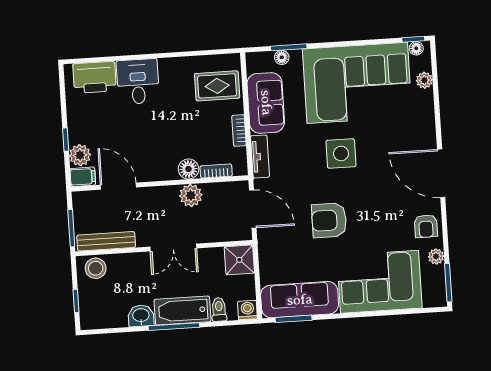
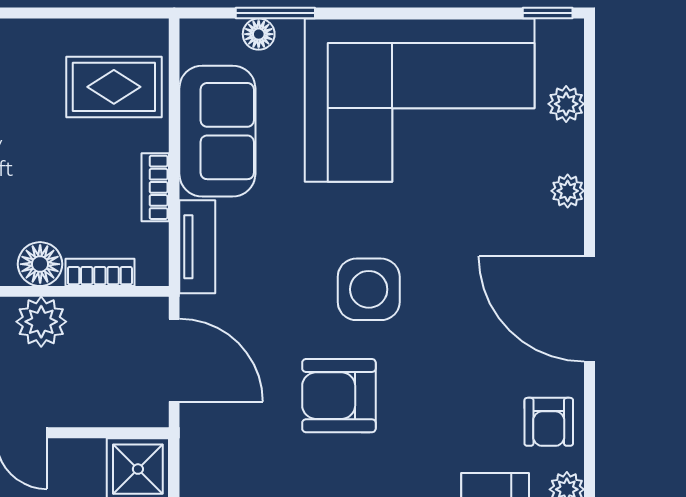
floor lamp: (416, 48) -> (553, 33), removed
plant: (428, 120) -> (568, 191), added
side table: (341, 153) -> (369, 289), moved

